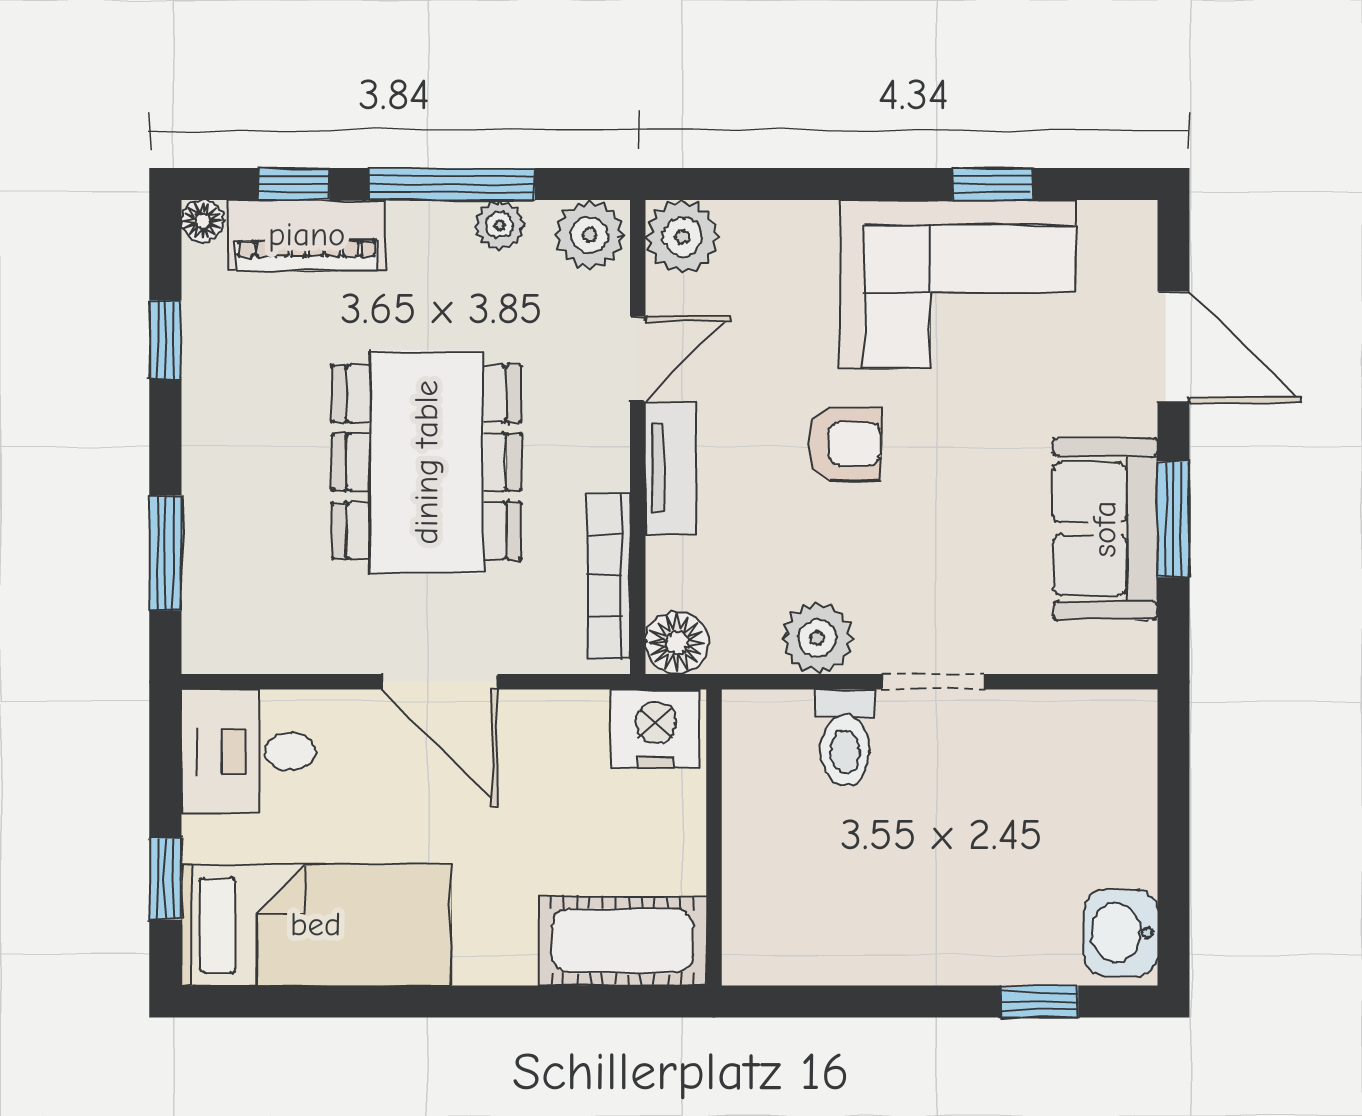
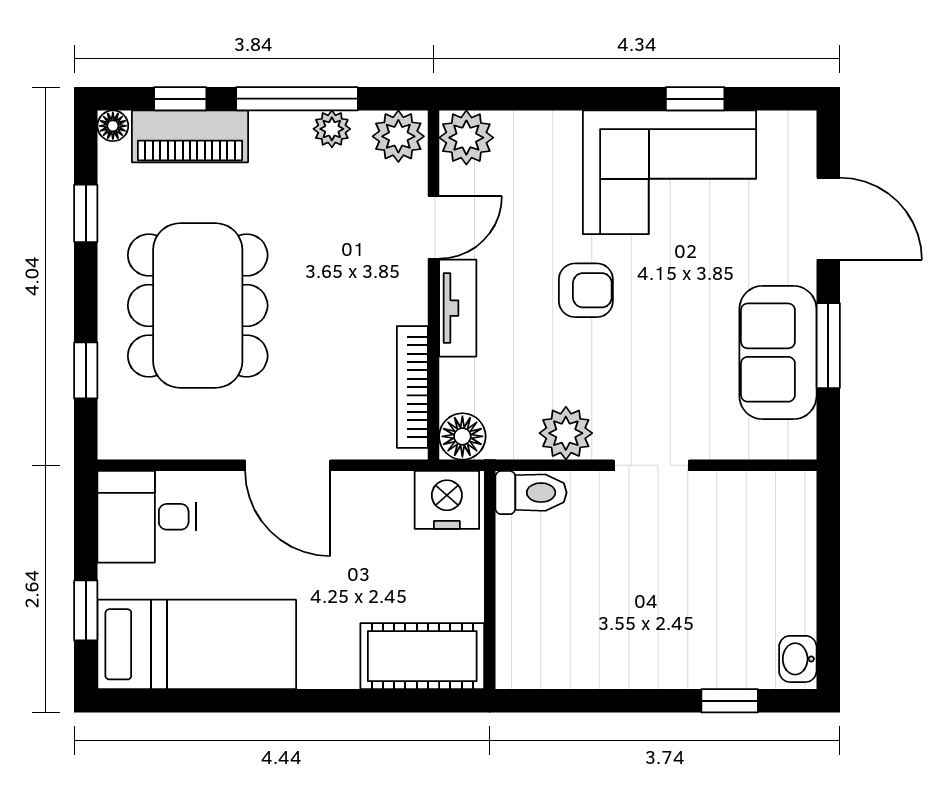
dining table: (427, 462) -> (198, 306), moved
window: (165, 553) -> (86, 370), width x0.67
toilet: (845, 738) -> (531, 493), moved, turned -90
washbasin: (1121, 933) -> (798, 659), width x0.72, depth x0.69

